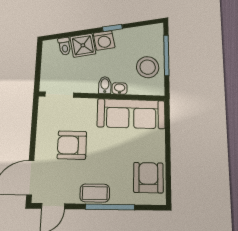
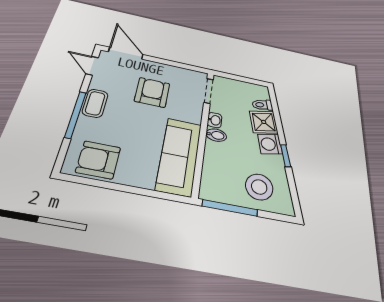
window: (166, 55) -> (230, 208), moved
stool: (148, 67) -> (259, 187), moved
washbasin: (120, 88) -> (215, 120), moved
armchair: (148, 178) -> (98, 160), turned 180

